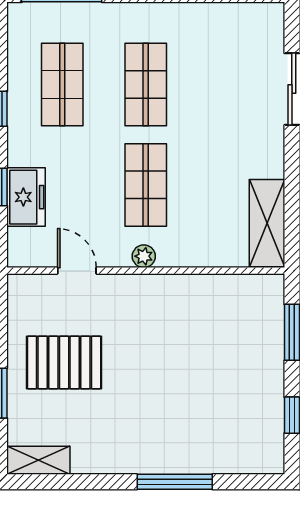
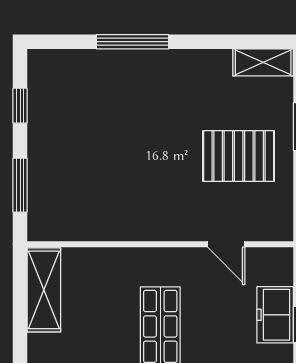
plant: (144, 256) -> (162, 258), removed

